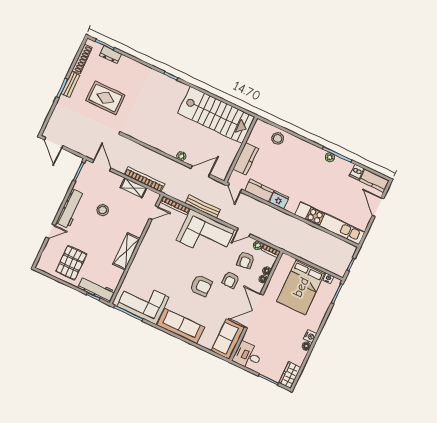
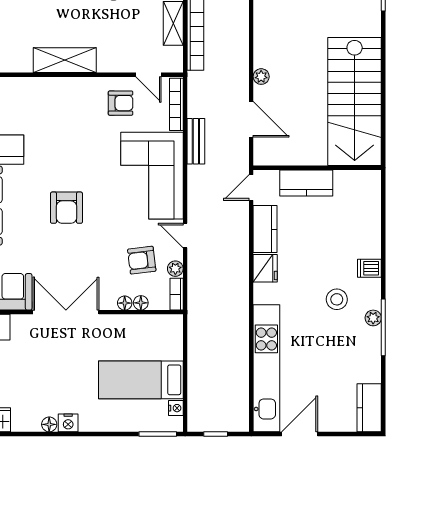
stool: (278, 138) -> (337, 299), moved
dishwasher: (357, 172) -> (369, 268), moved
bench: (203, 207) -> (196, 141), width x0.73
door: (378, 207) -> (300, 434), moved
armchair: (230, 280) -> (121, 103), moved, turned 180
bed: (301, 287) -> (141, 380), width x0.67

